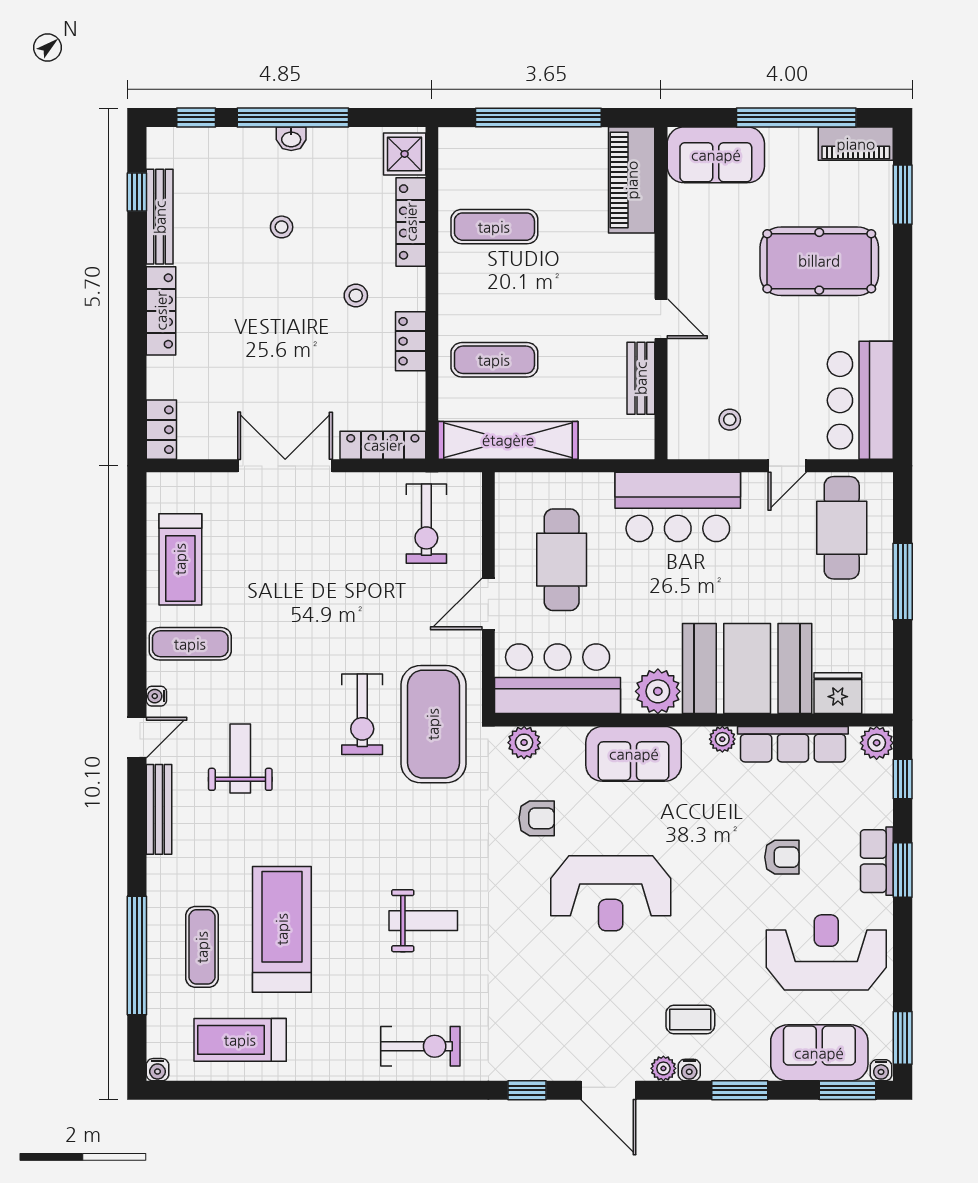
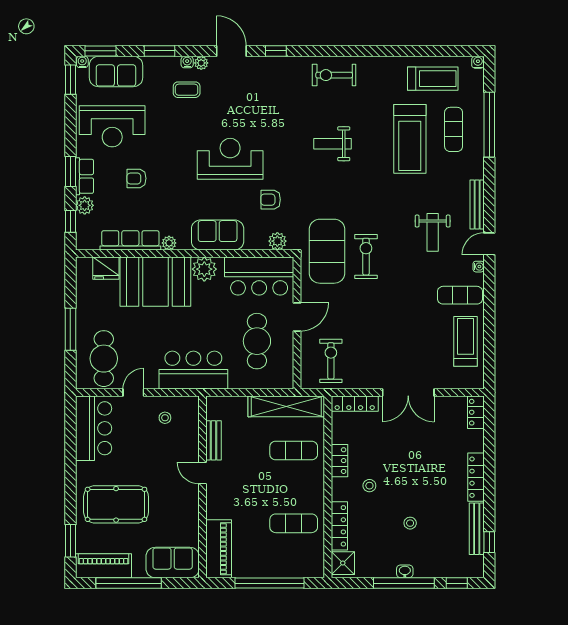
piano: (856, 144) -> (104, 566), width x1.37, depth x1.33
plant: (877, 743) -> (85, 205), moved

